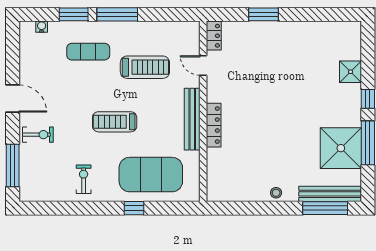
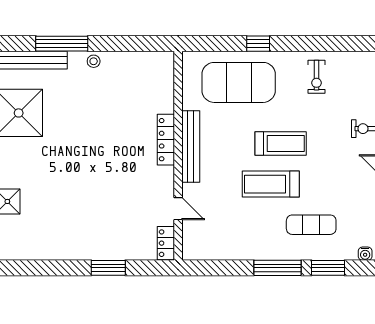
treadmill: (145, 67) -> (271, 184), moved
window: (325, 208) -> (62, 44), moved

